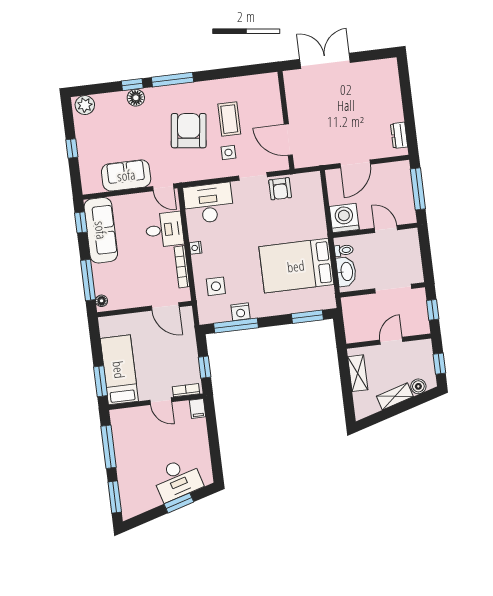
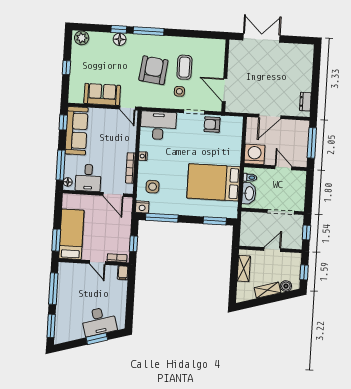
armchair: (280, 189) -> (212, 124), turned 90
desk: (164, 230) -> (88, 178), moved, turned 90
nightstand: (240, 312) -> (142, 207), moved

